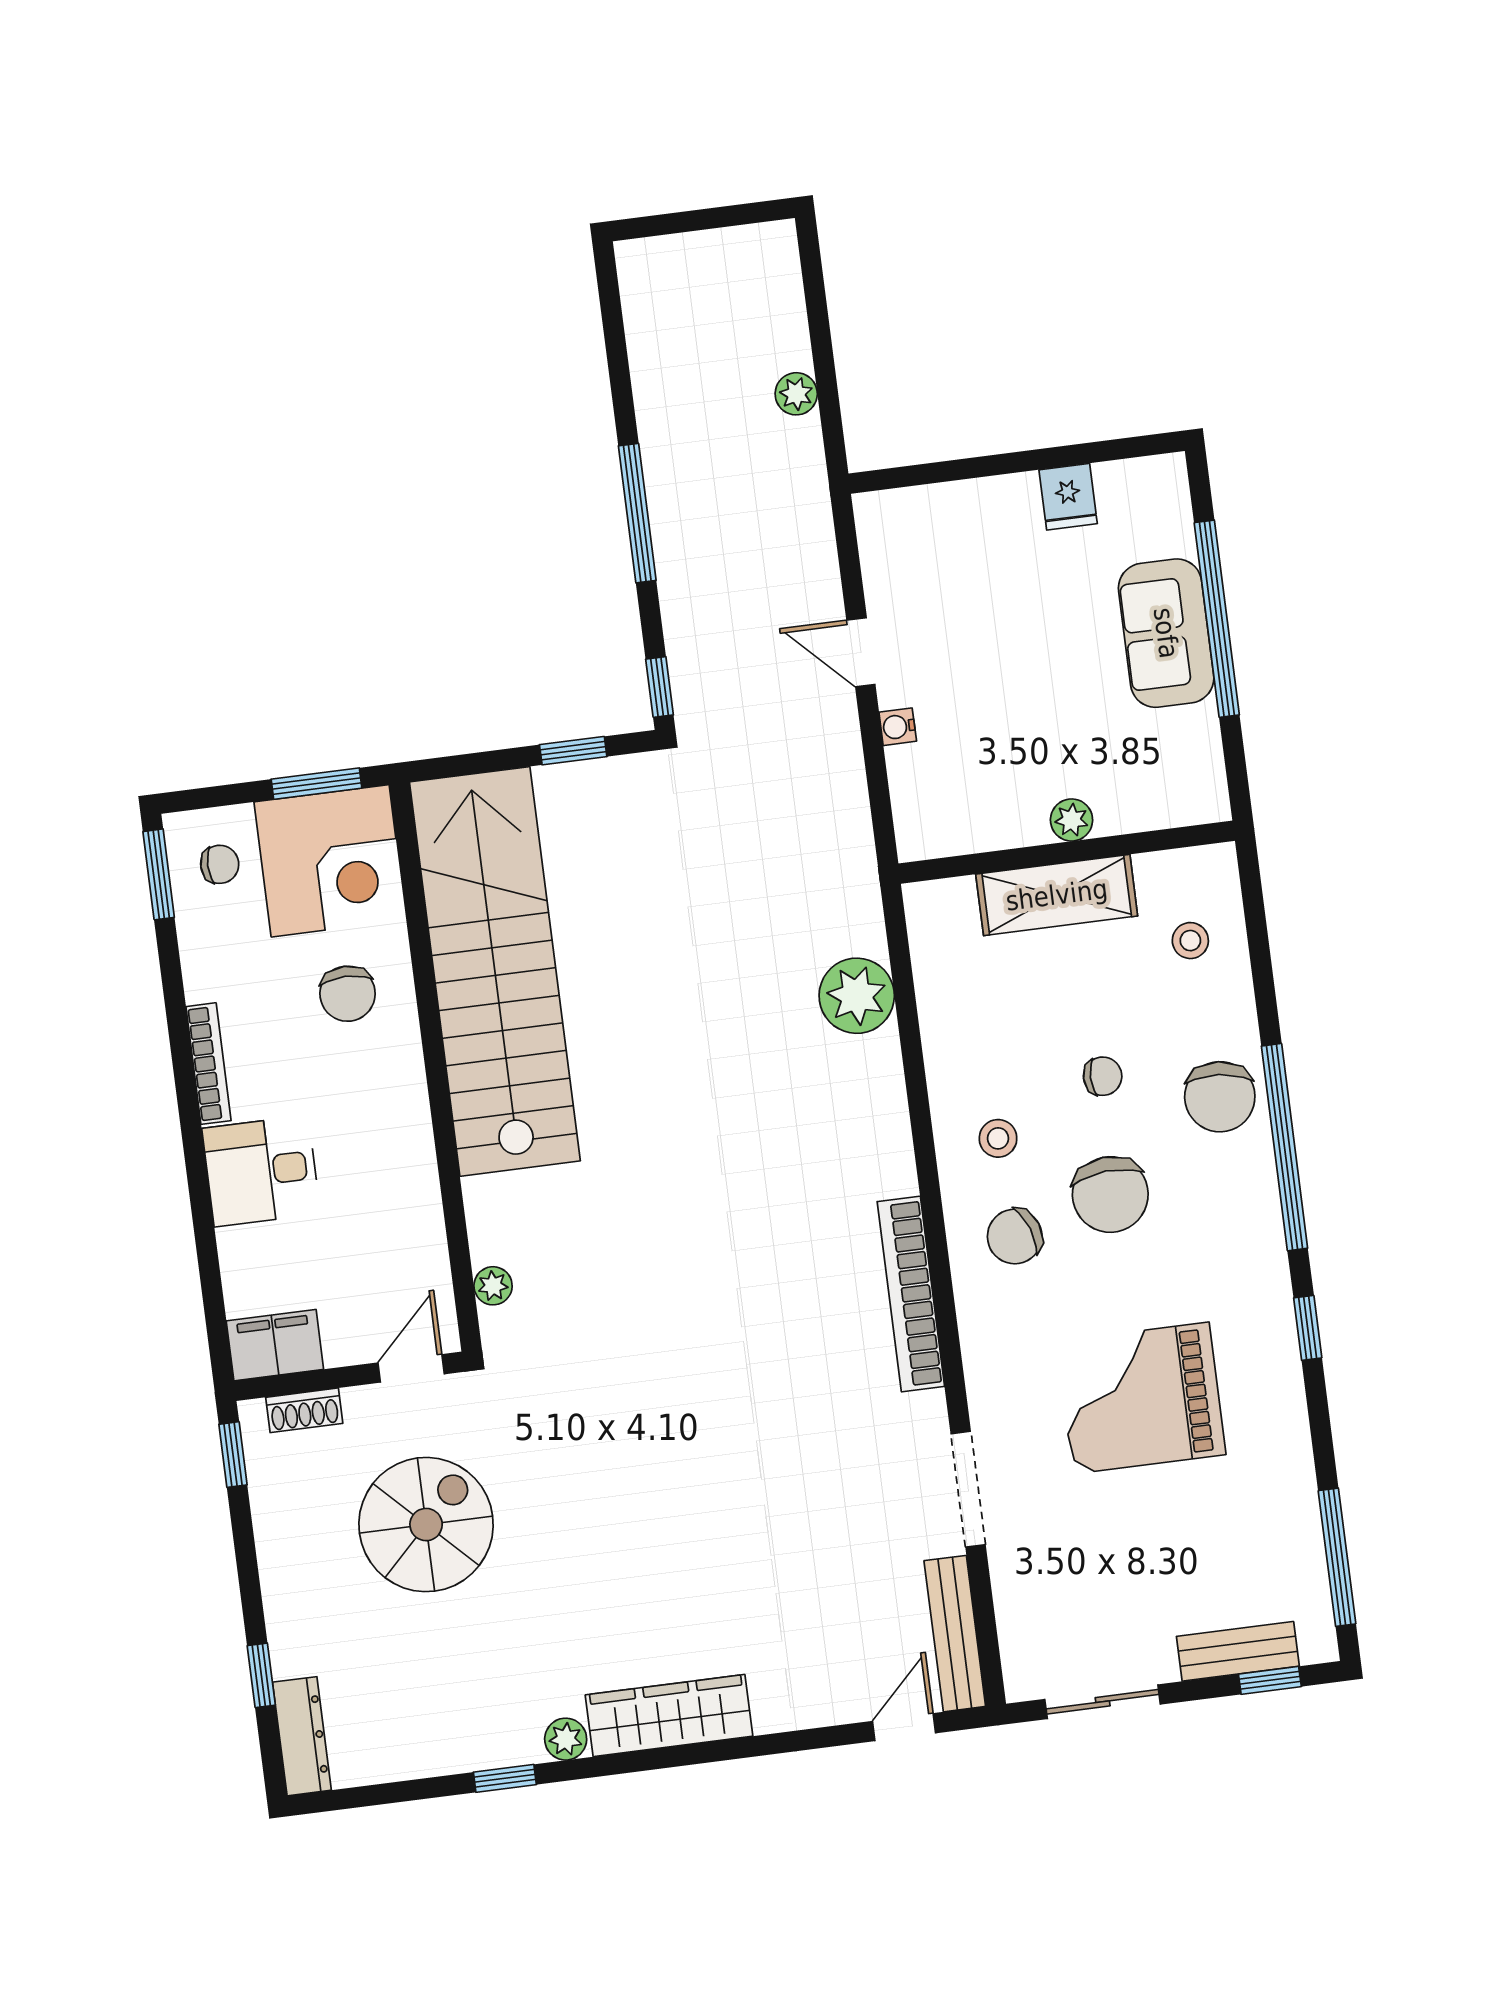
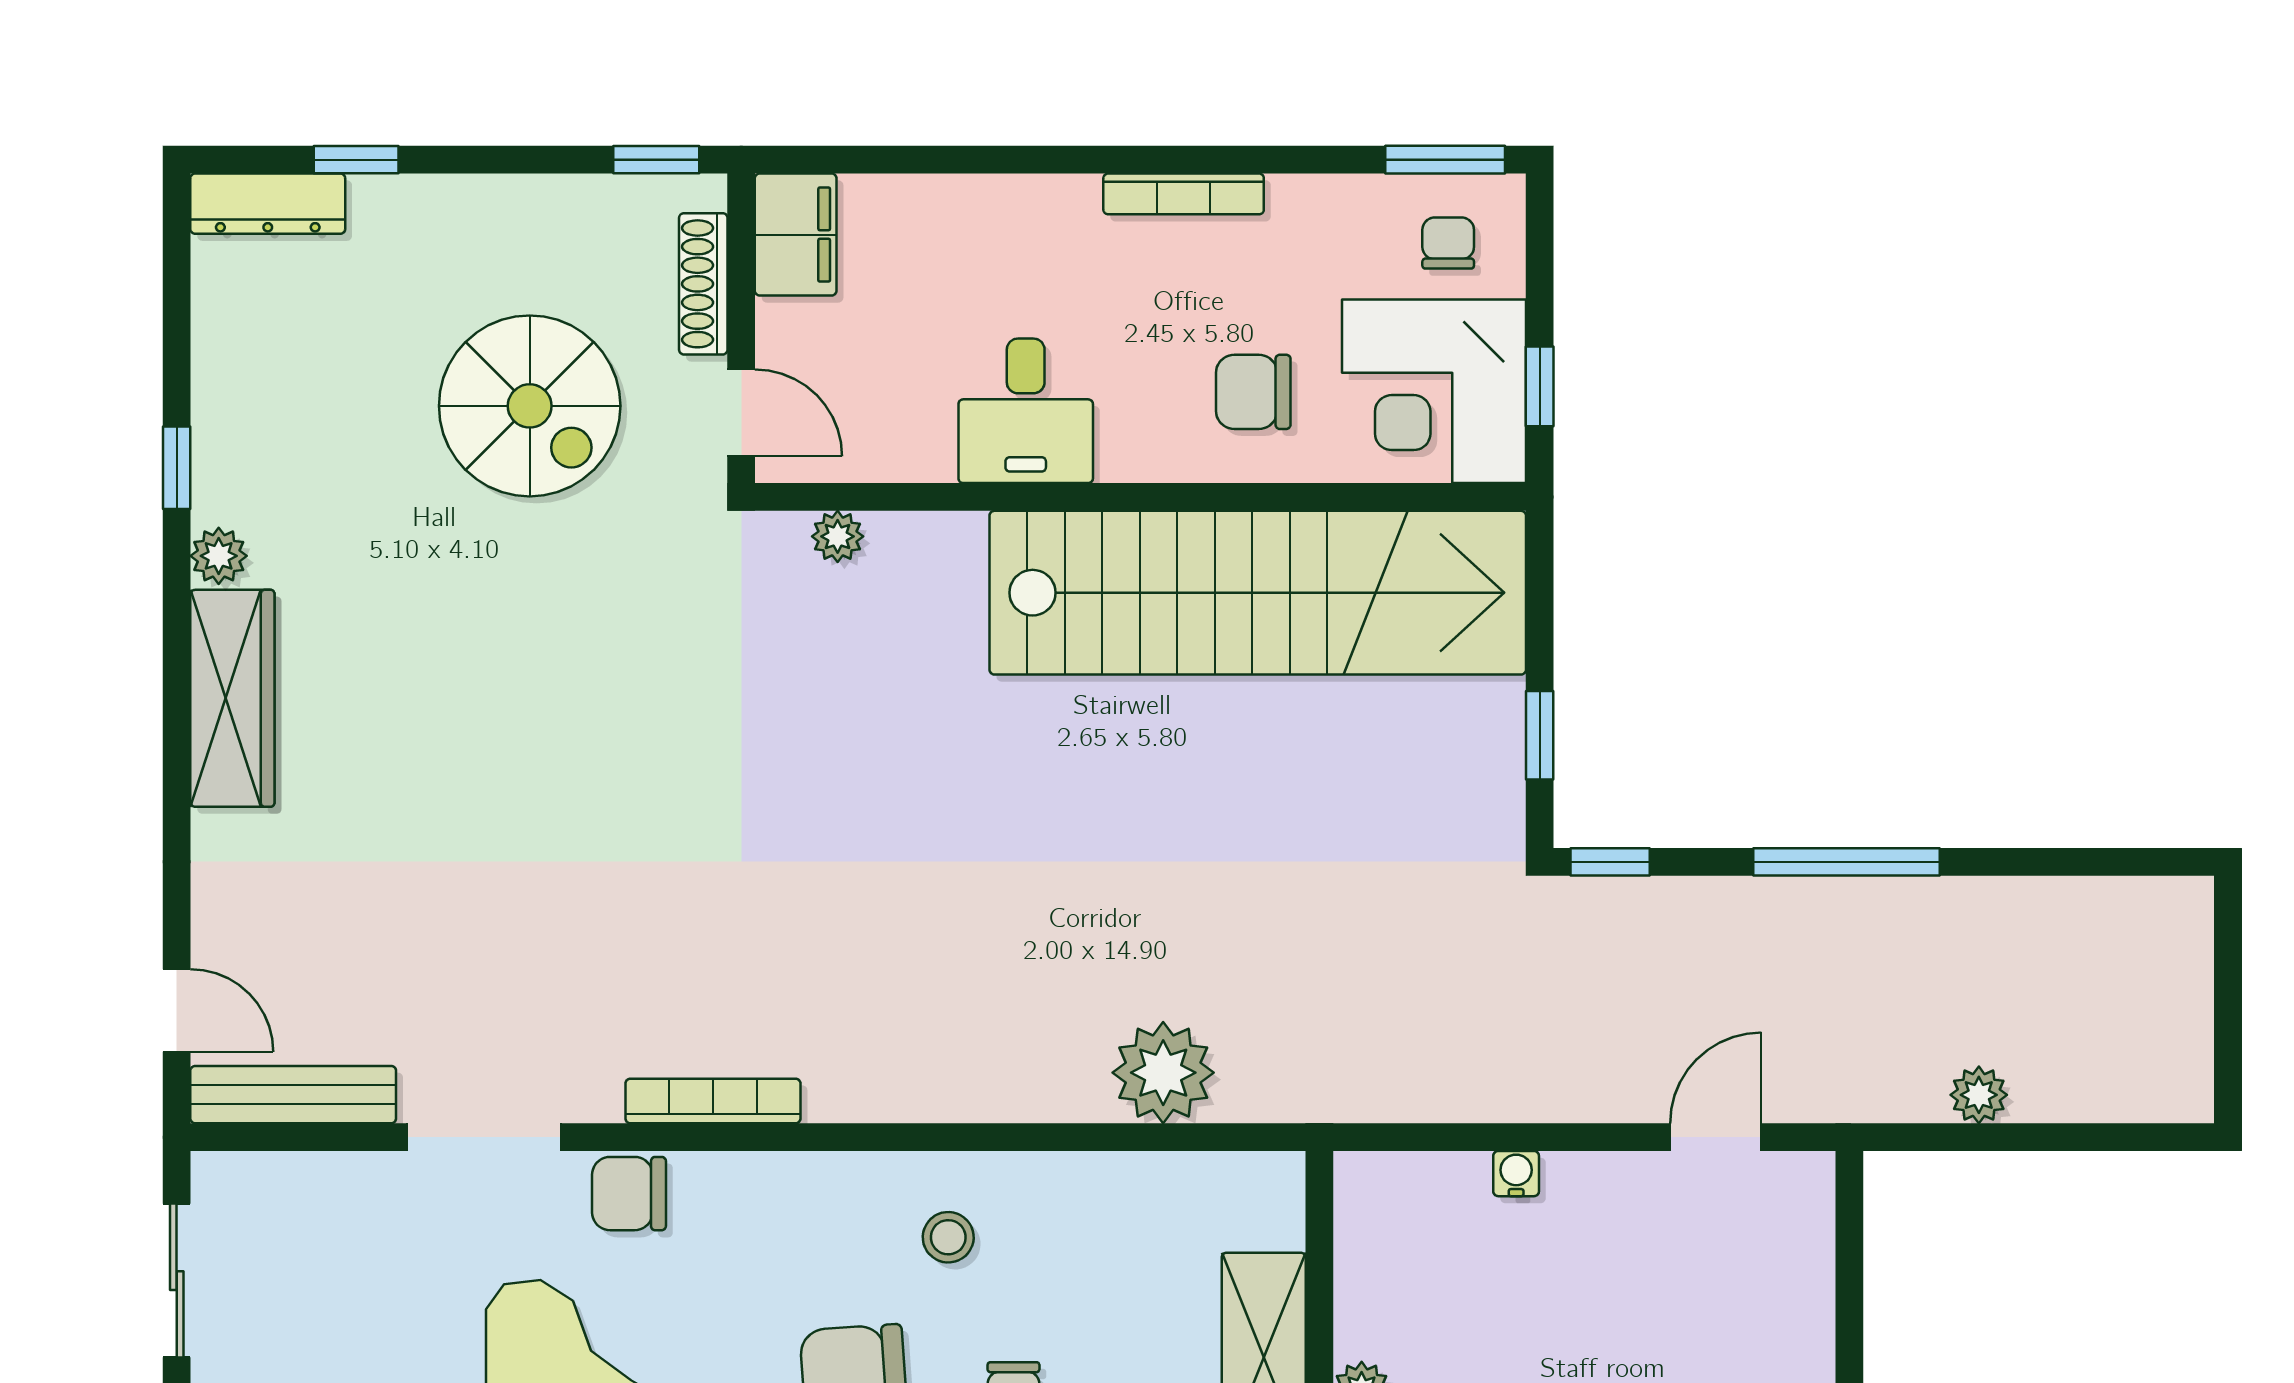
door: (861, 652) -> (1716, 1137), moved
window: (316, 784) -> (1540, 386), width x0.67
chair: (220, 864) -> (1448, 243), turned 180
desk: (261, 1171) -> (1026, 411), moved, turned 180
chair: (1015, 1236) -> (629, 1194), moved, turned -70
bookcase: (911, 1294) -> (713, 1101), width x0.68, depth x0.76
shoe rack: (304, 1410) -> (703, 284), width x1.43

